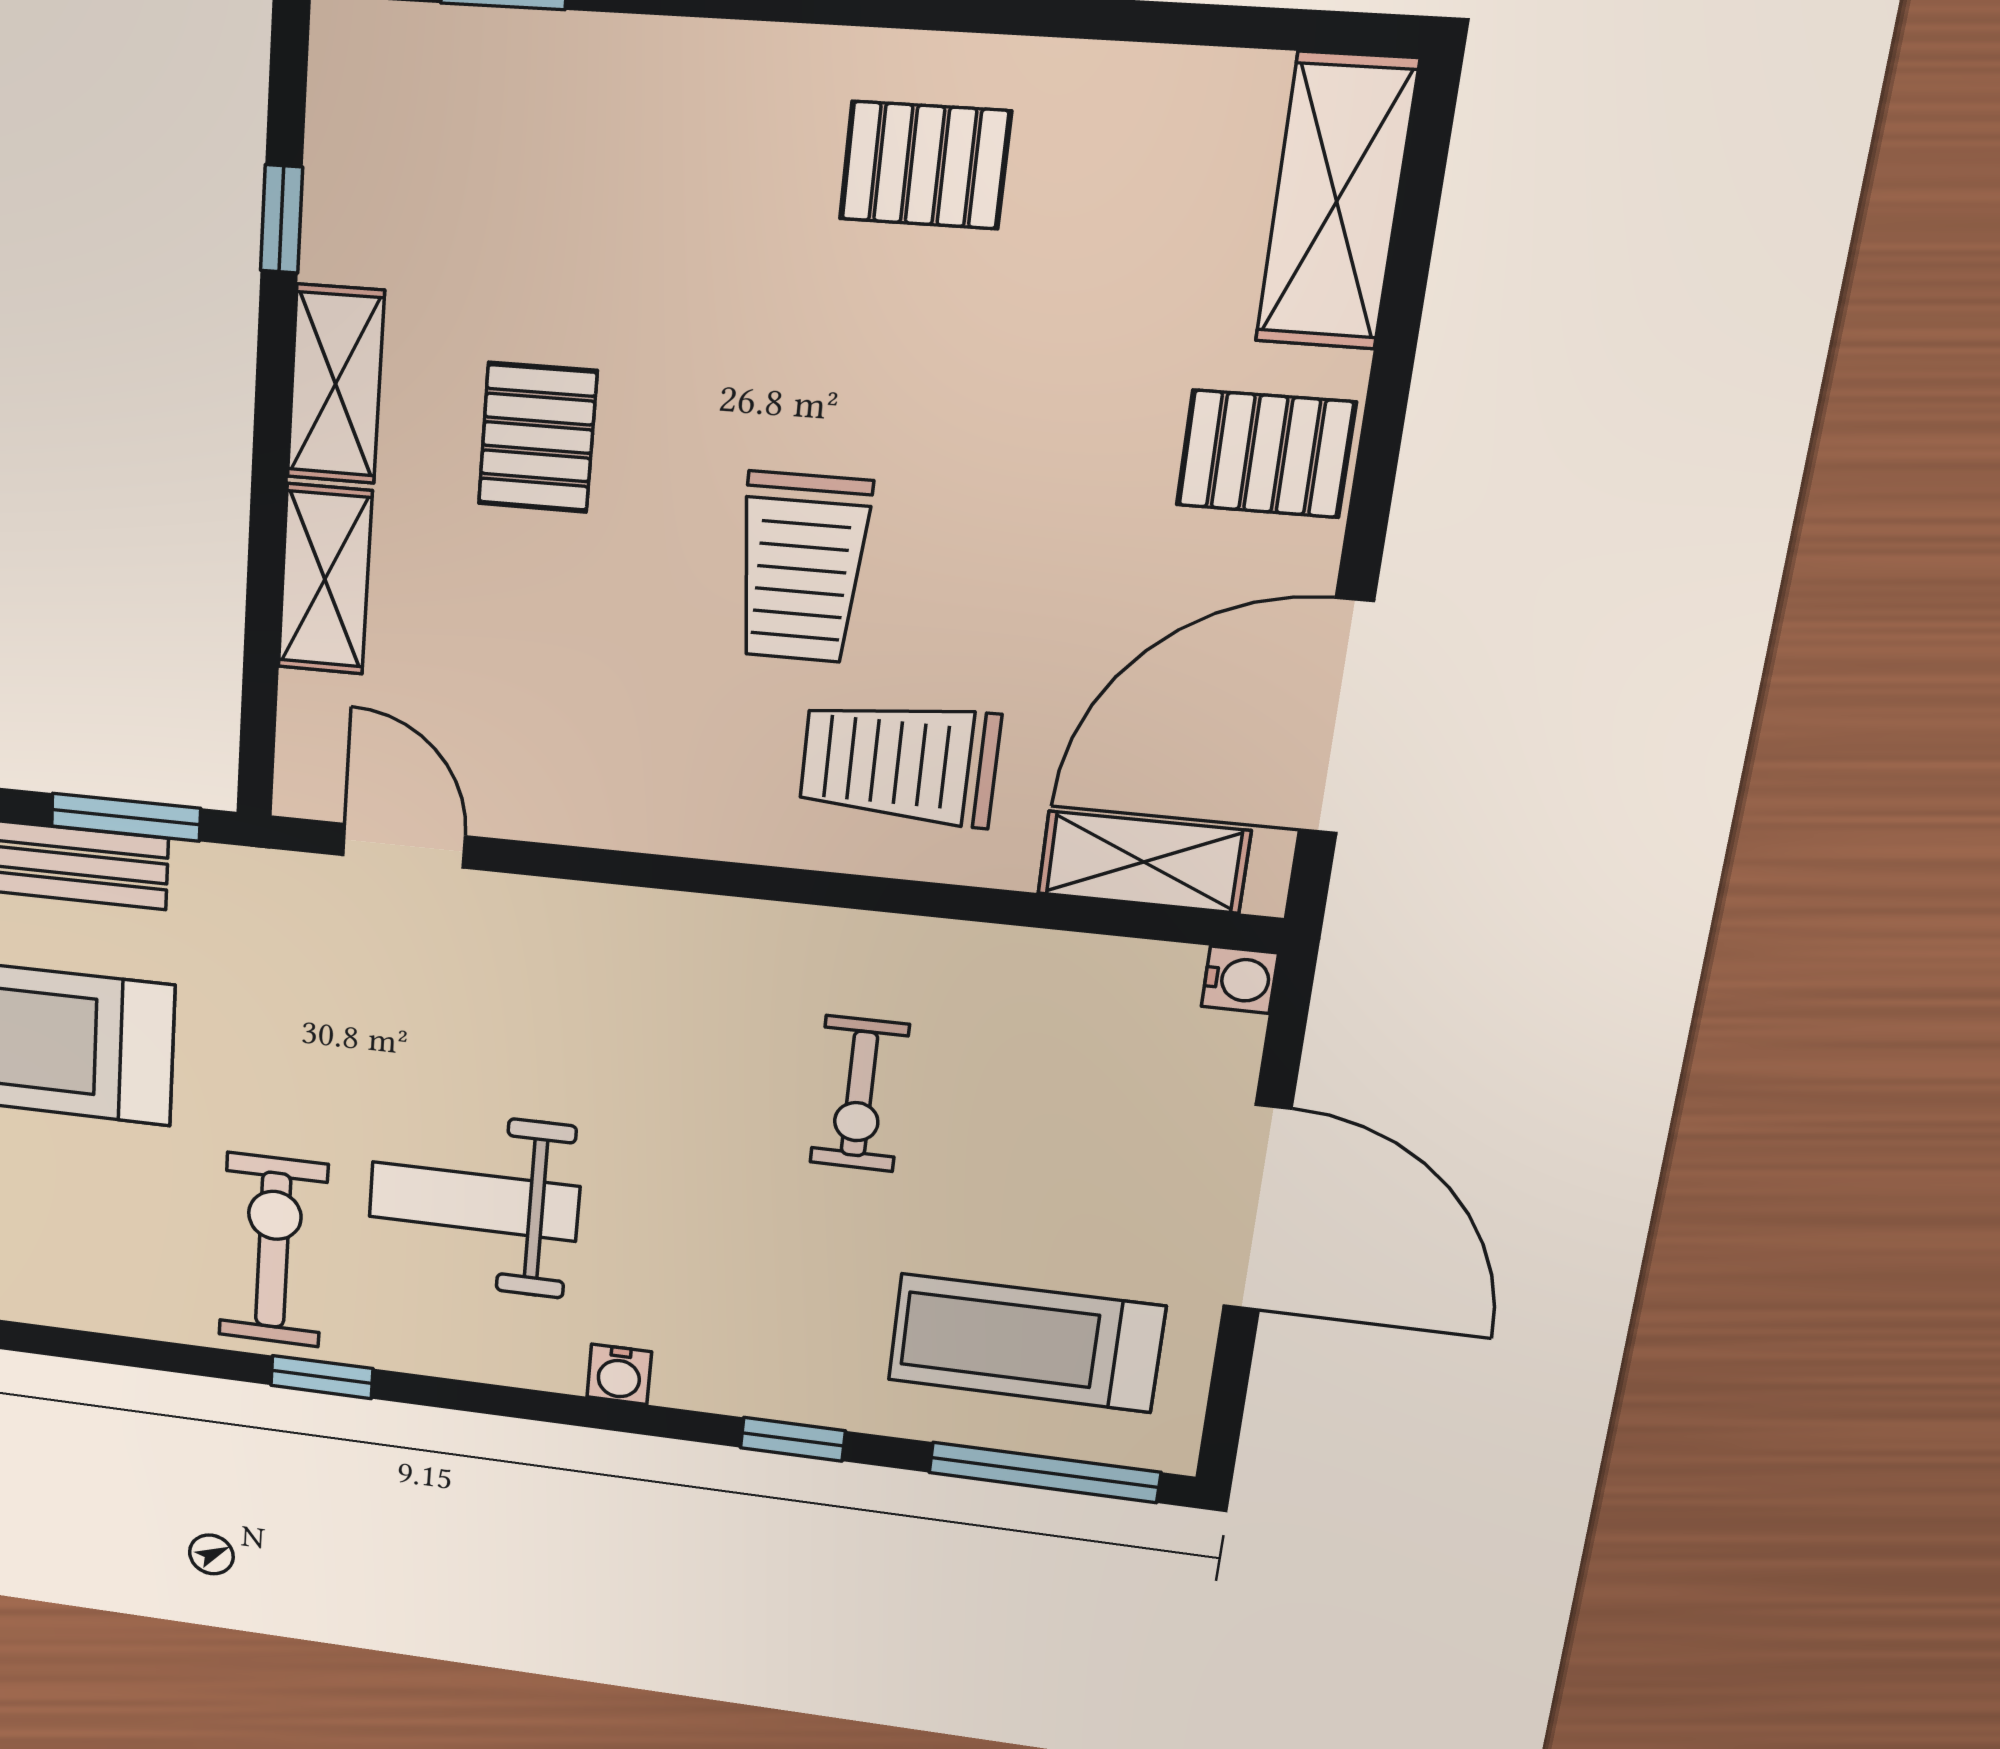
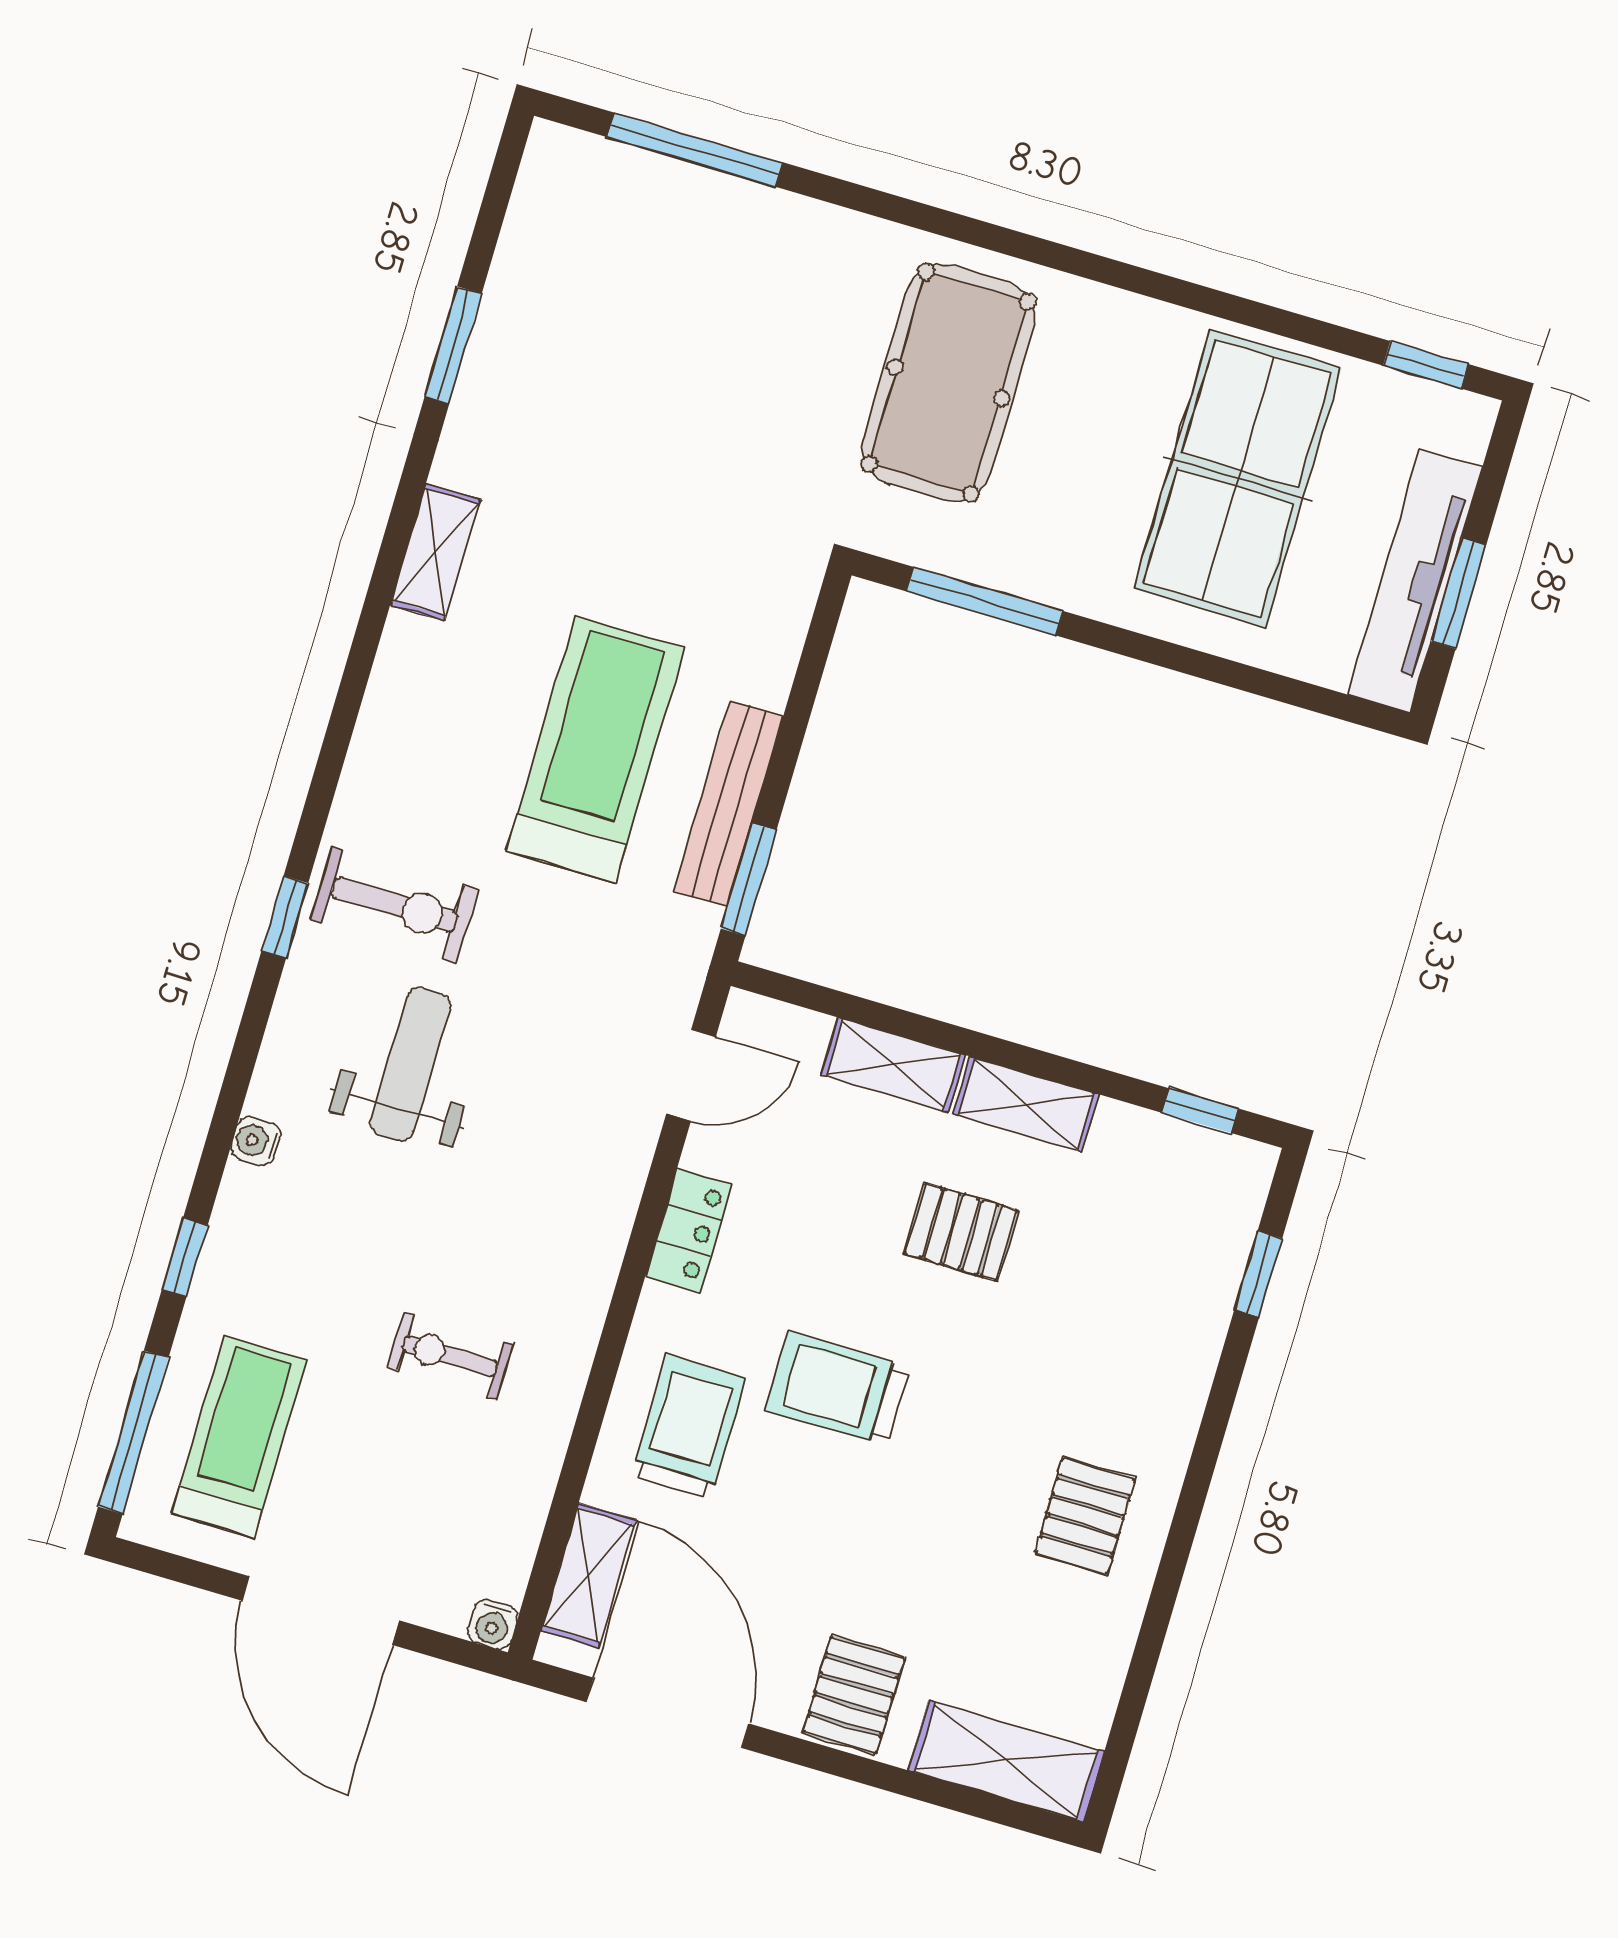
window: (282, 219) -> (1200, 1111), moved
locker: (617, 812) -> (689, 1230), added
door: (1257, 1208) -> (320, 1611), hinge flipped

